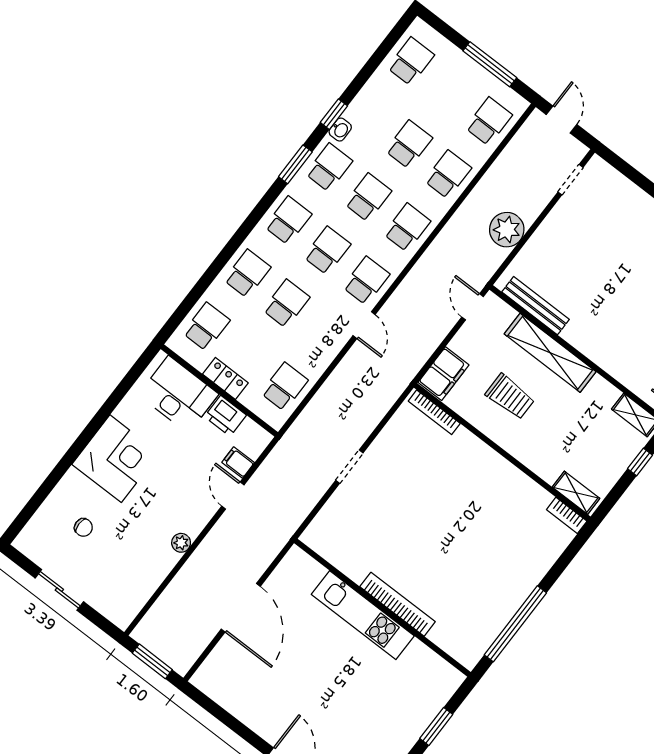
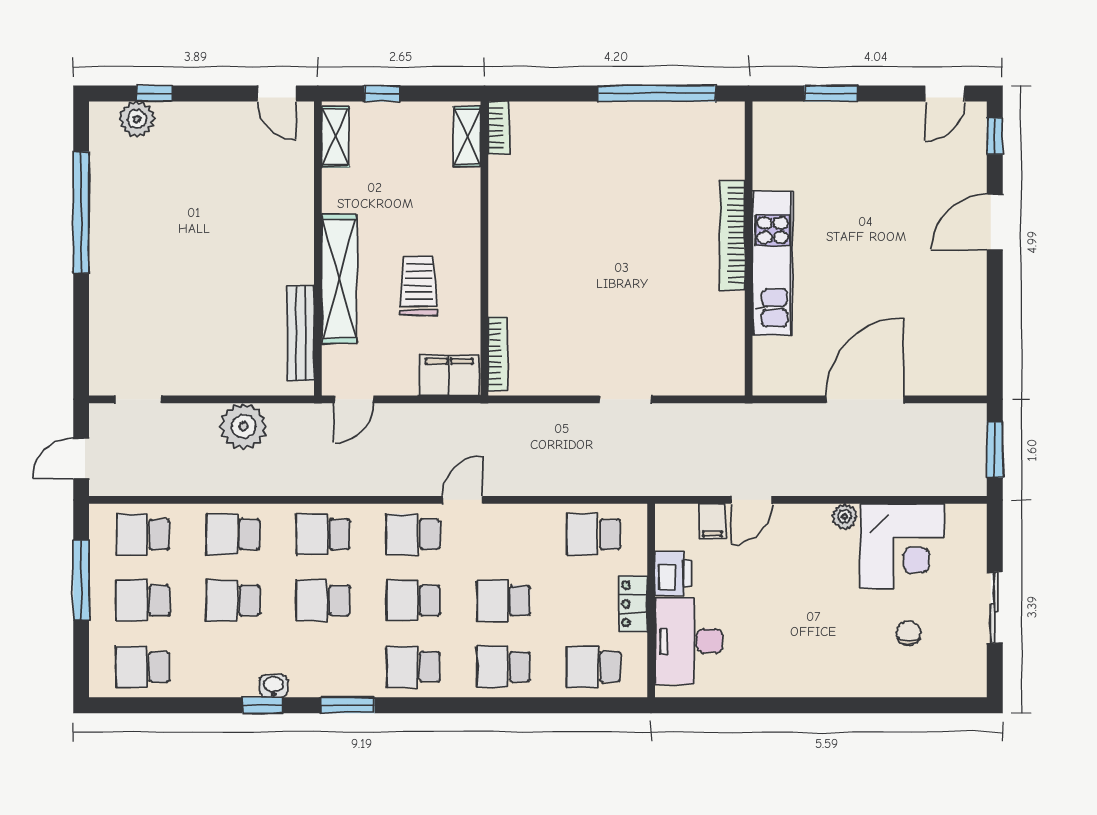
school desk: (329, 167) -> (143, 601), moved
corner desk: (116, 459) -> (902, 546), moved, turned 180

